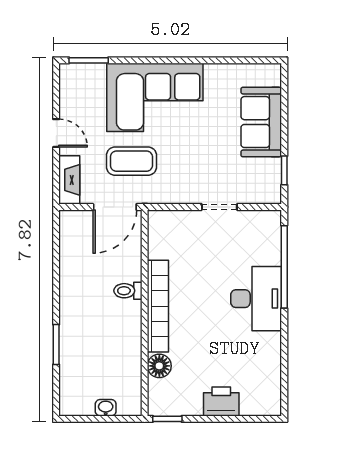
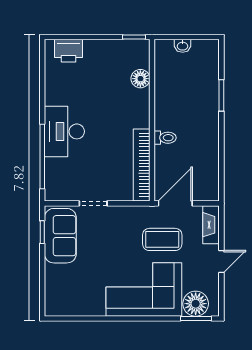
floor lamp: (89, 79) -> (196, 304), added
sofa: (261, 122) -> (60, 236), moved
door: (56, 133) -> (221, 261), swing flipped
bookcase: (158, 306) -> (142, 165), moved
printer: (221, 401) -> (68, 51), moved

